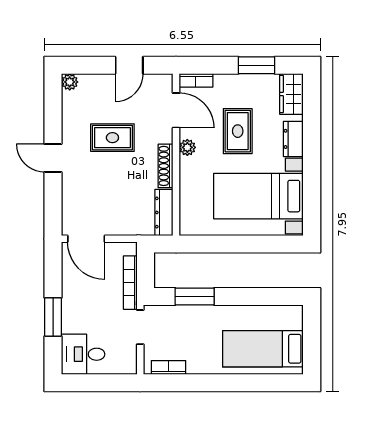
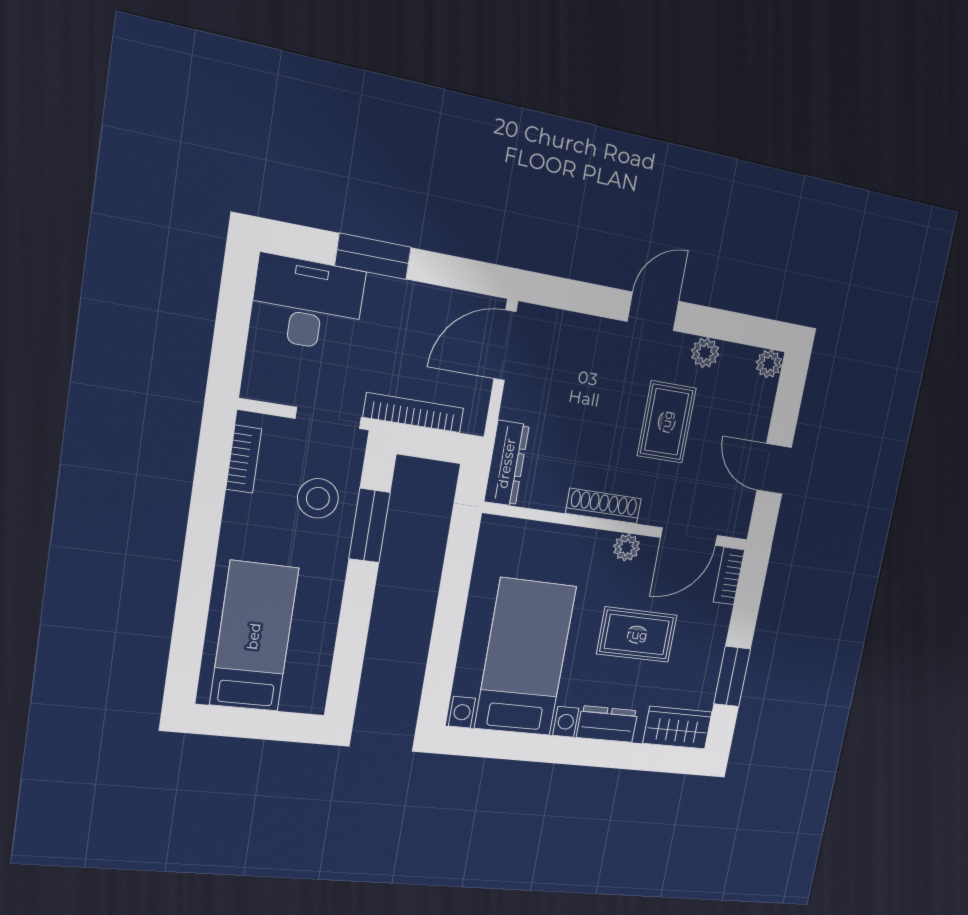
plant: (70, 122) -> (705, 353), added
dresser: (164, 212) -> (507, 463), moved, turned 90
stool: (184, 326) -> (318, 498), added
desk: (83, 354) -> (307, 304), width x1.37

